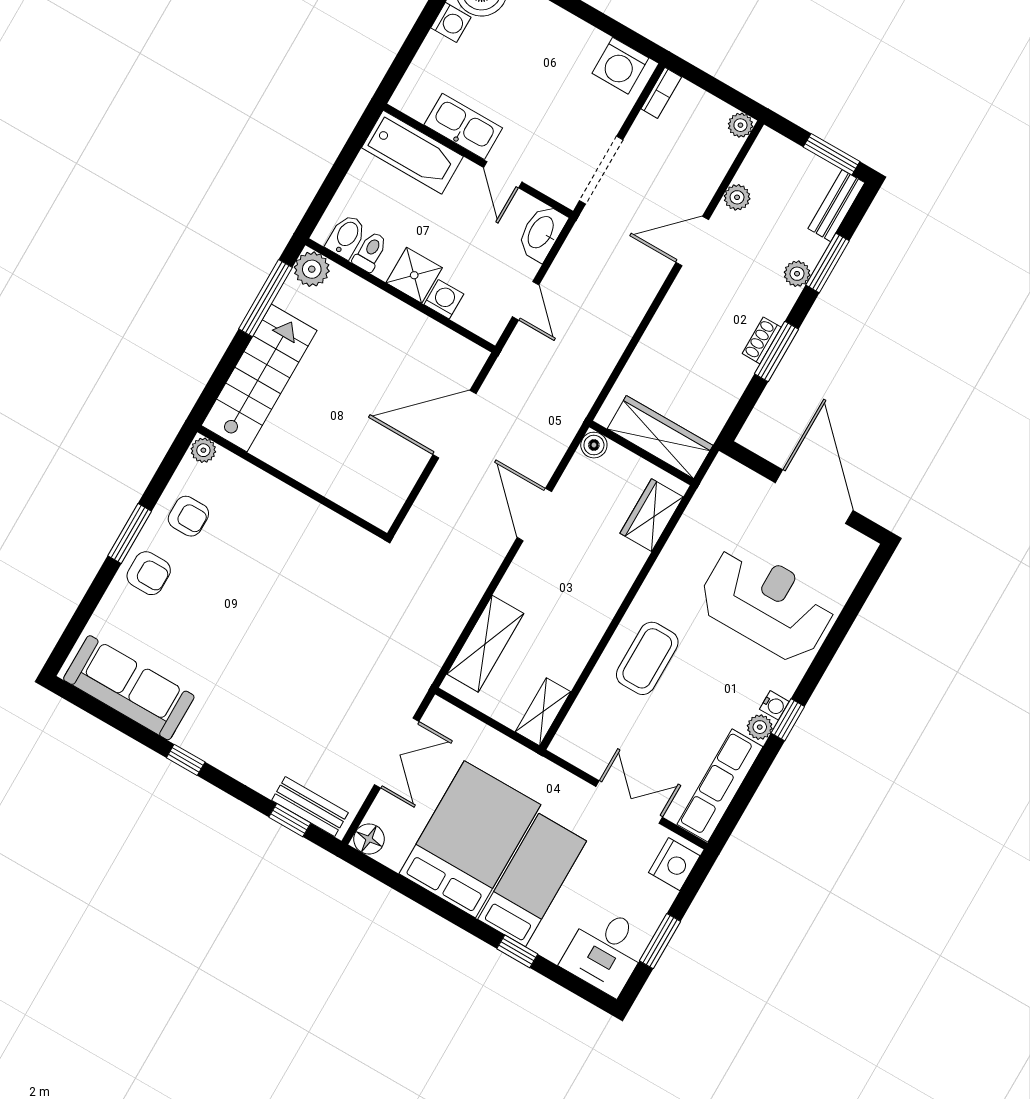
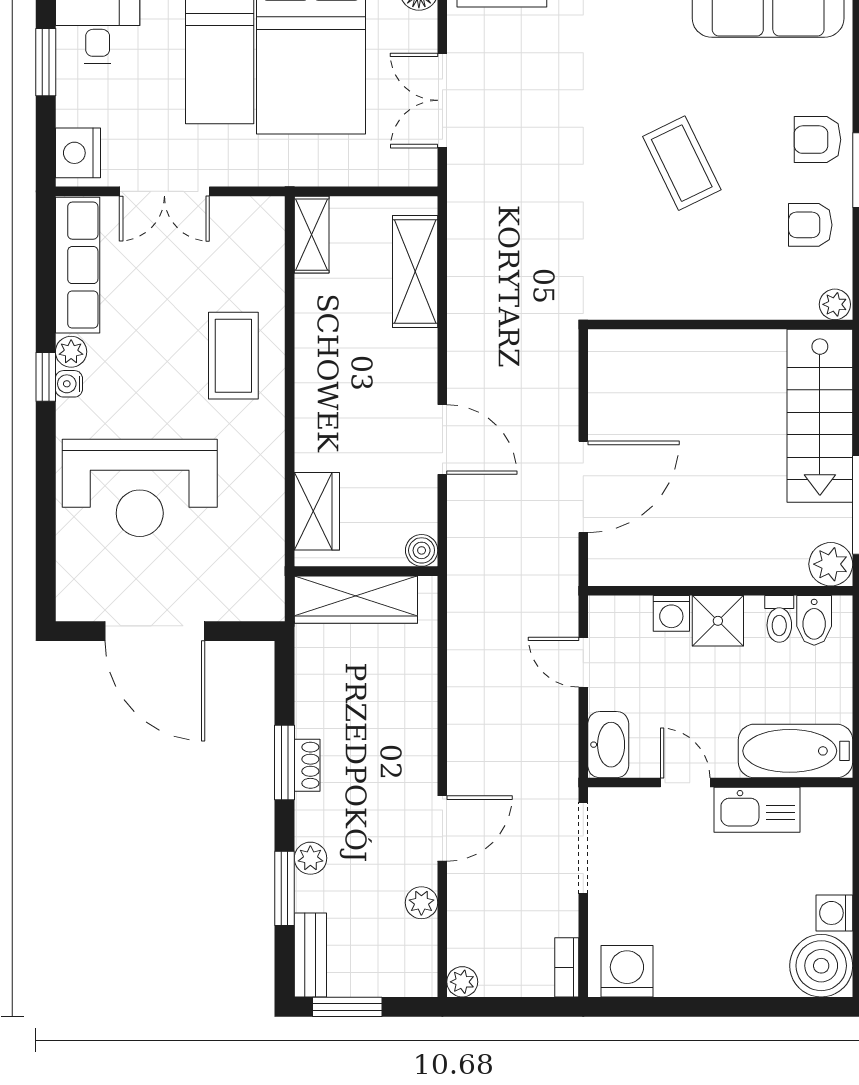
coffee table: (254, 612) -> (682, 163), added

